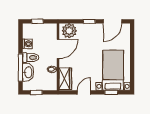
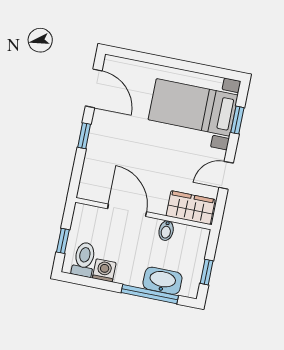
plant: (69, 31) -> (95, 180), removed
toilet: (31, 58) -> (84, 259), moved
door: (84, 92) -> (226, 175), hinge flipped

